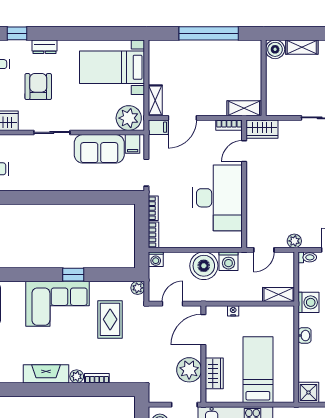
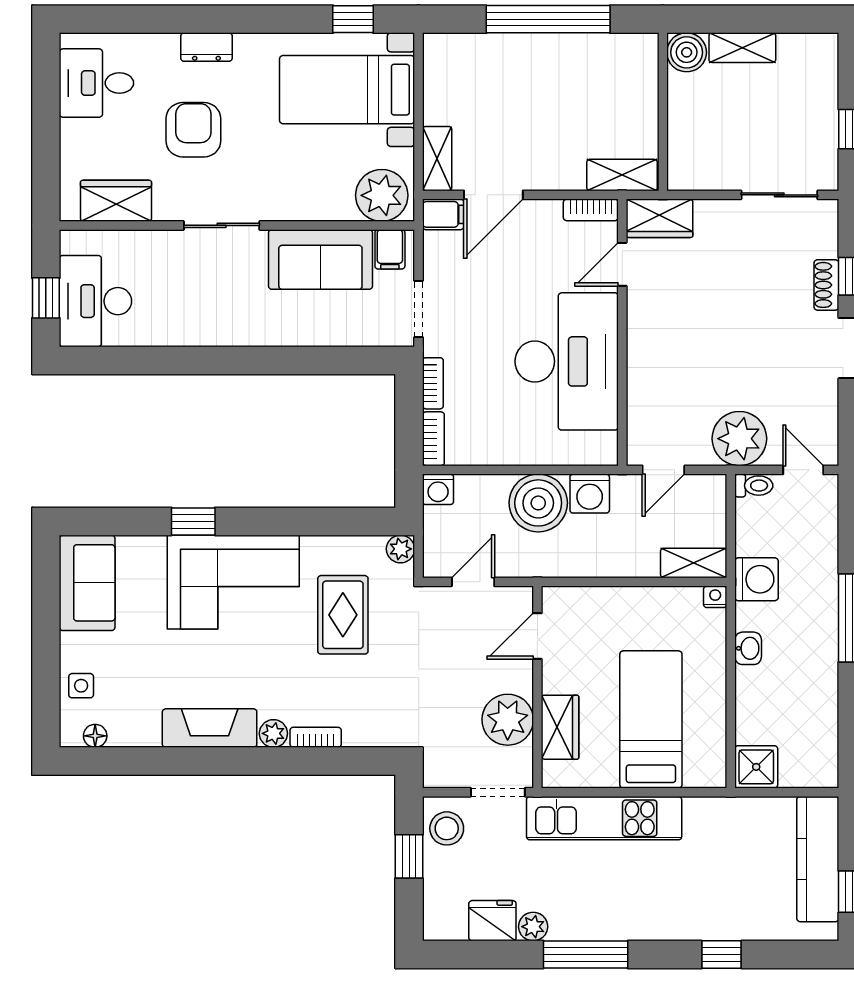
window: (17, 33) -> (353, 19), moved
plant: (294, 241) -> (739, 439), width x1.88, depth x1.88
window: (73, 275) -> (193, 521), moved
nightstand: (233, 311) -> (715, 597), moved
door: (203, 330) -> (537, 636), width x0.73

